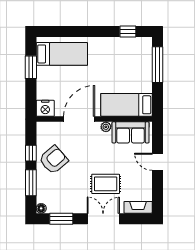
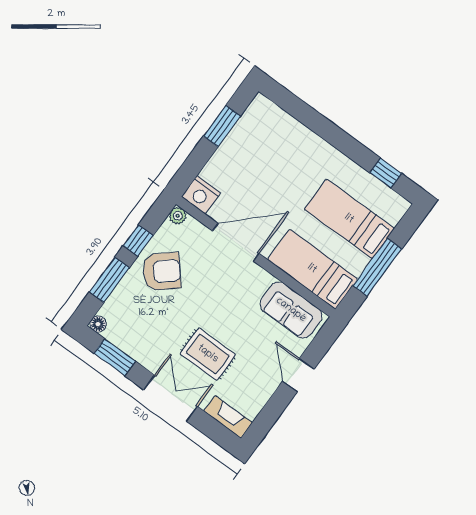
bed: (62, 54) -> (349, 219), moved, turned 180
window: (157, 65) -> (377, 267), moved
plant: (106, 127) -> (178, 216), moved

